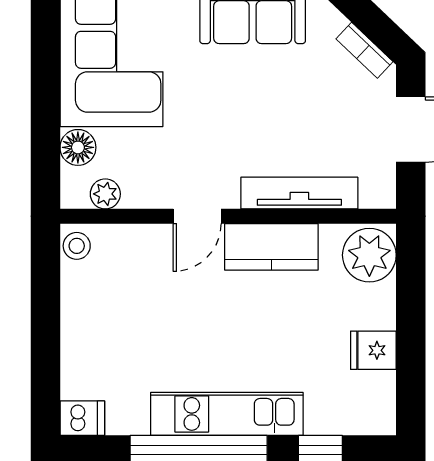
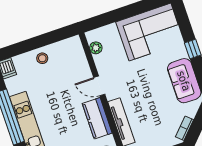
floor lamp: (78, 147) -> (110, 31), removed
stool: (77, 246) -> (42, 58), moved

